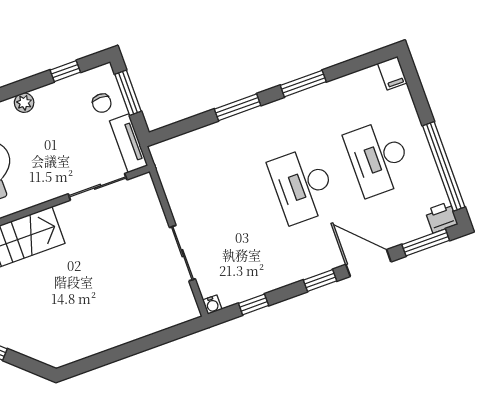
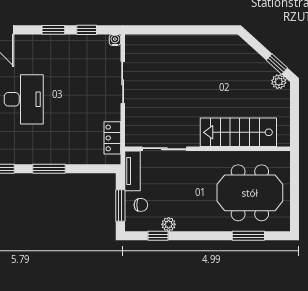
plant: (24, 103) -> (169, 224), moved
chair: (102, 103) -> (141, 205), turned 90
locker: (170, 176) -> (112, 138), added
window: (320, 280) -> (53, 30), moved

